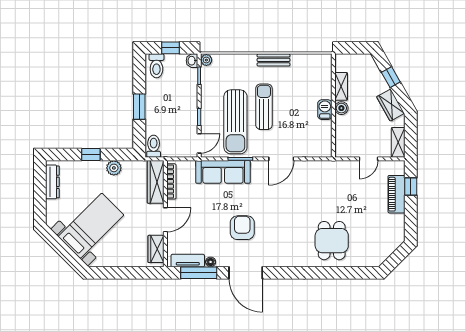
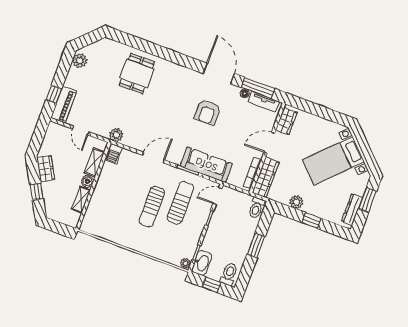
bench: (274, 60) -> (129, 243), removed
washbasin: (192, 61) -> (202, 263), width x1.91, depth x1.45
barbecue: (325, 110) -> (114, 154), moved
sun lounger: (235, 122) -> (180, 203), width x0.73, depth x0.75
shelving: (398, 142) -> (94, 162), moved
door: (369, 159) -> (81, 130), swing flipped
plant: (329, 168) -> (116, 135), added
piano: (397, 194) -> (64, 105), moved
window: (40, 198) -> (368, 200), added
plant: (397, 232) -> (80, 61), added

